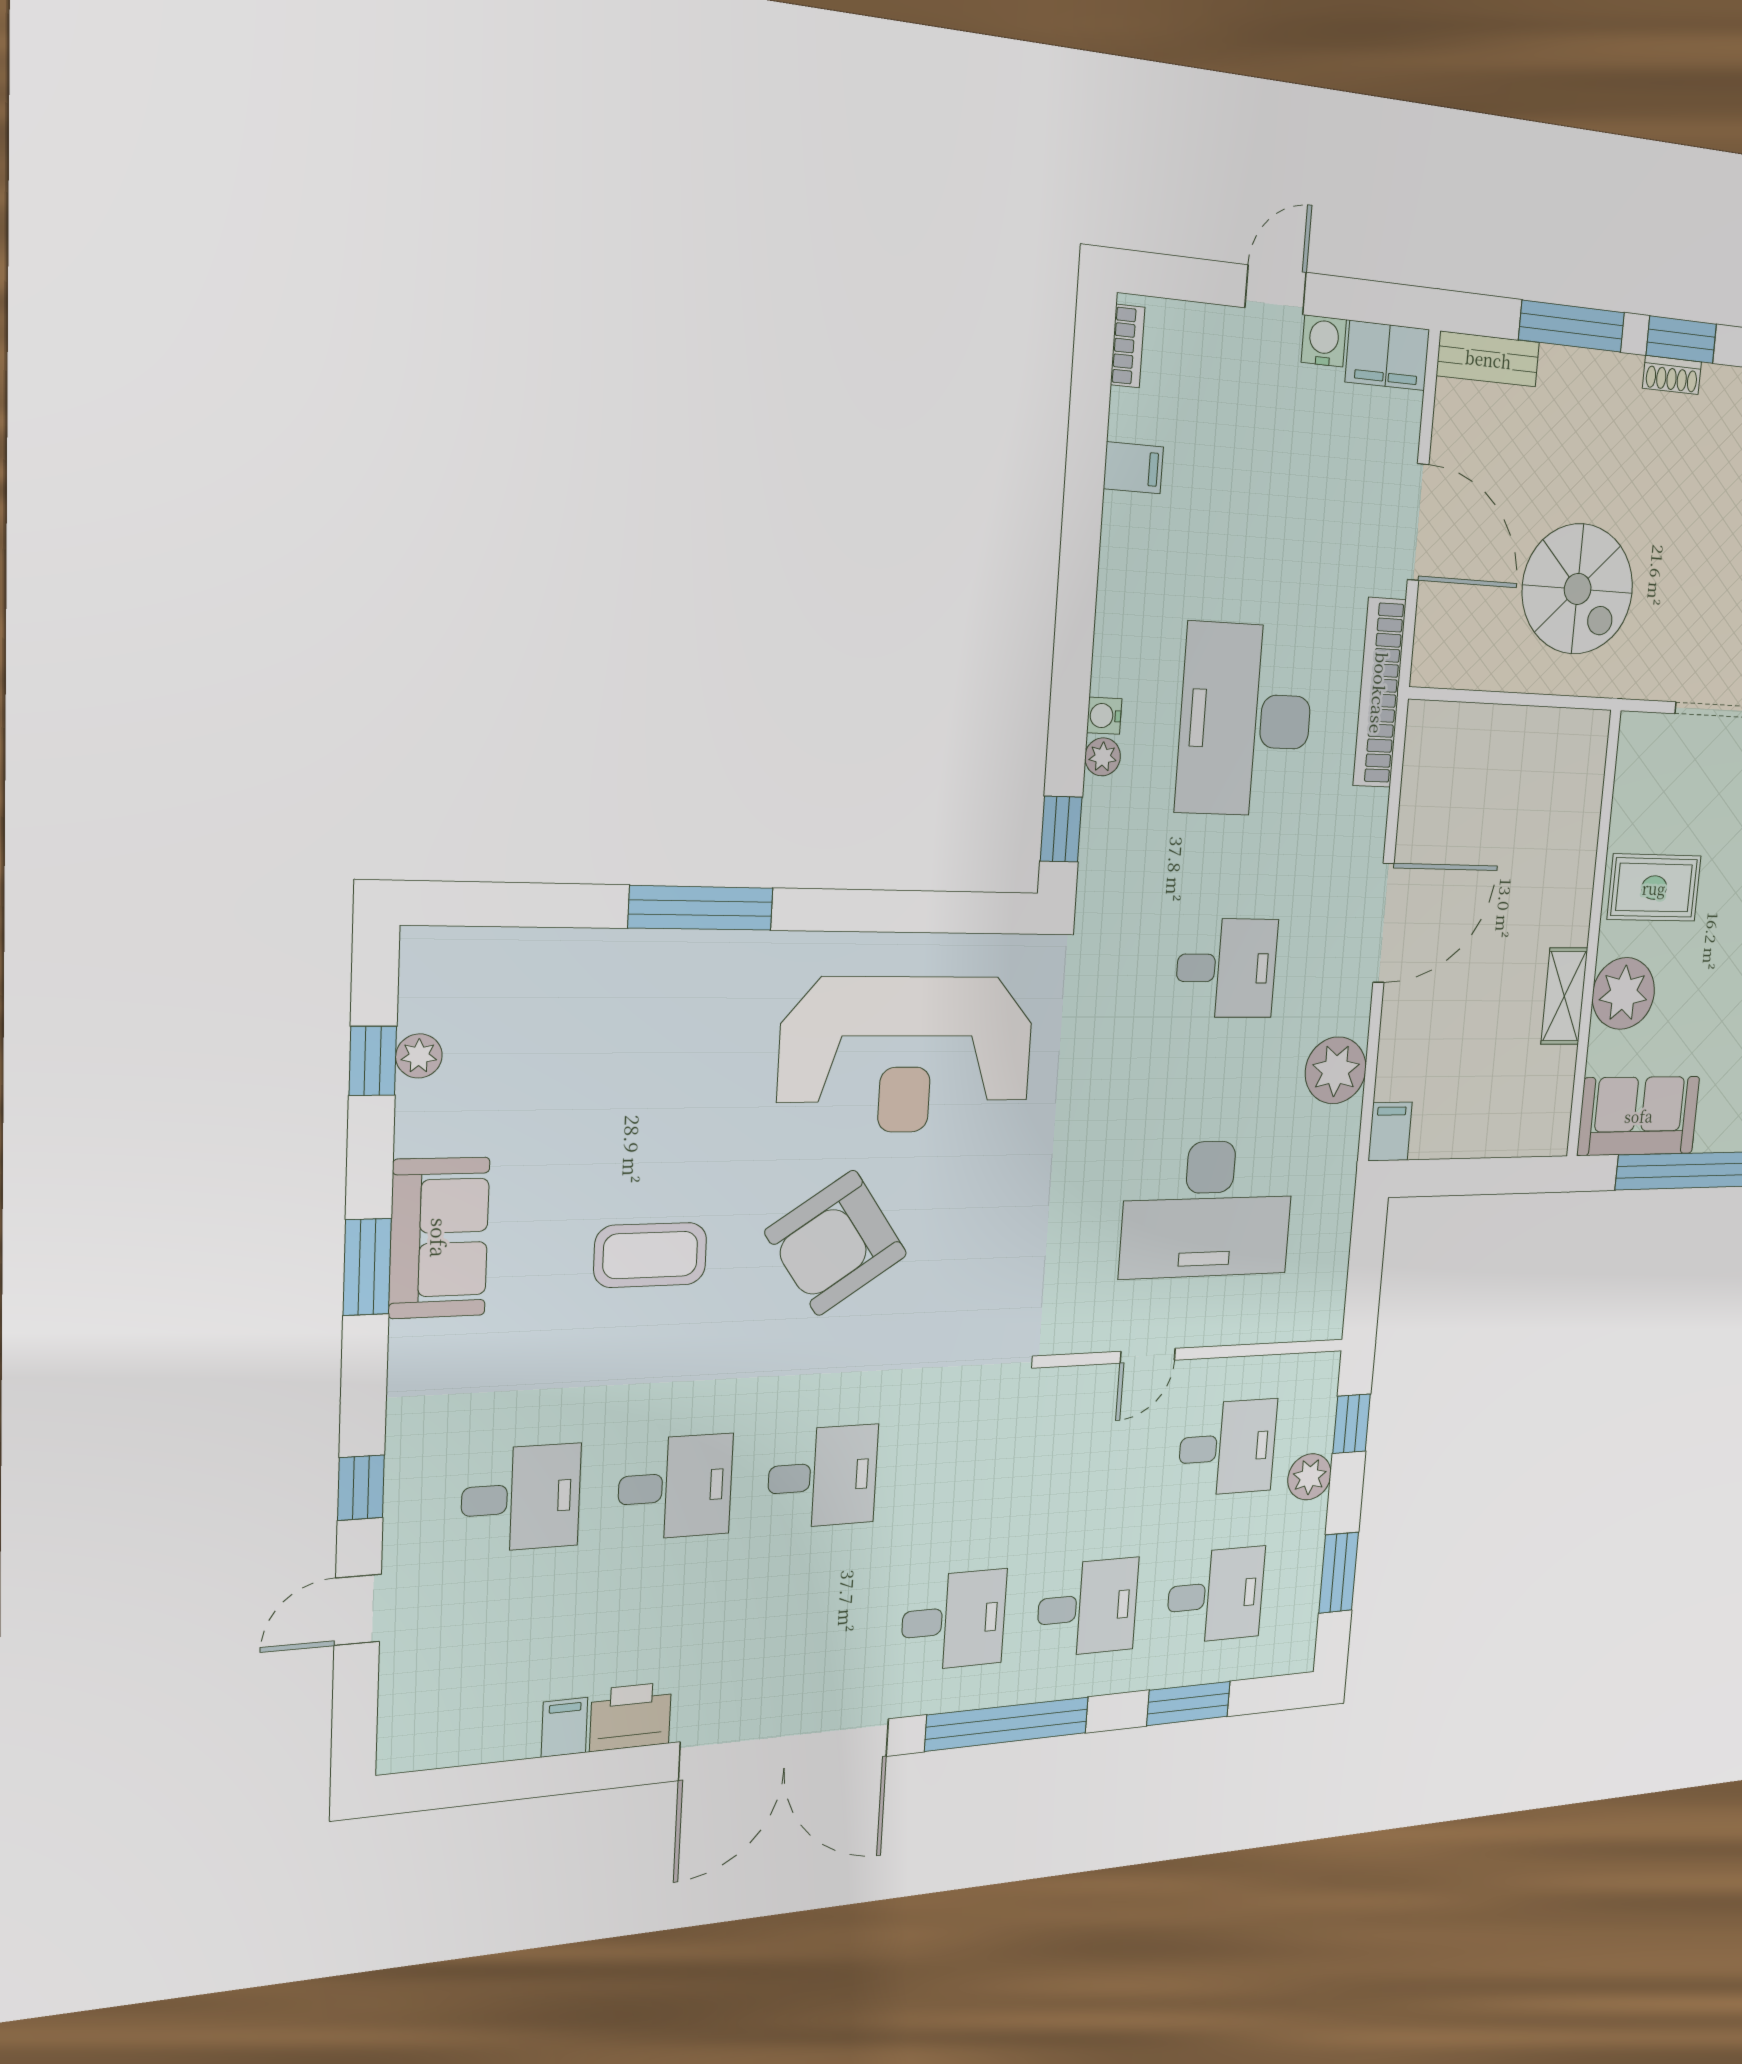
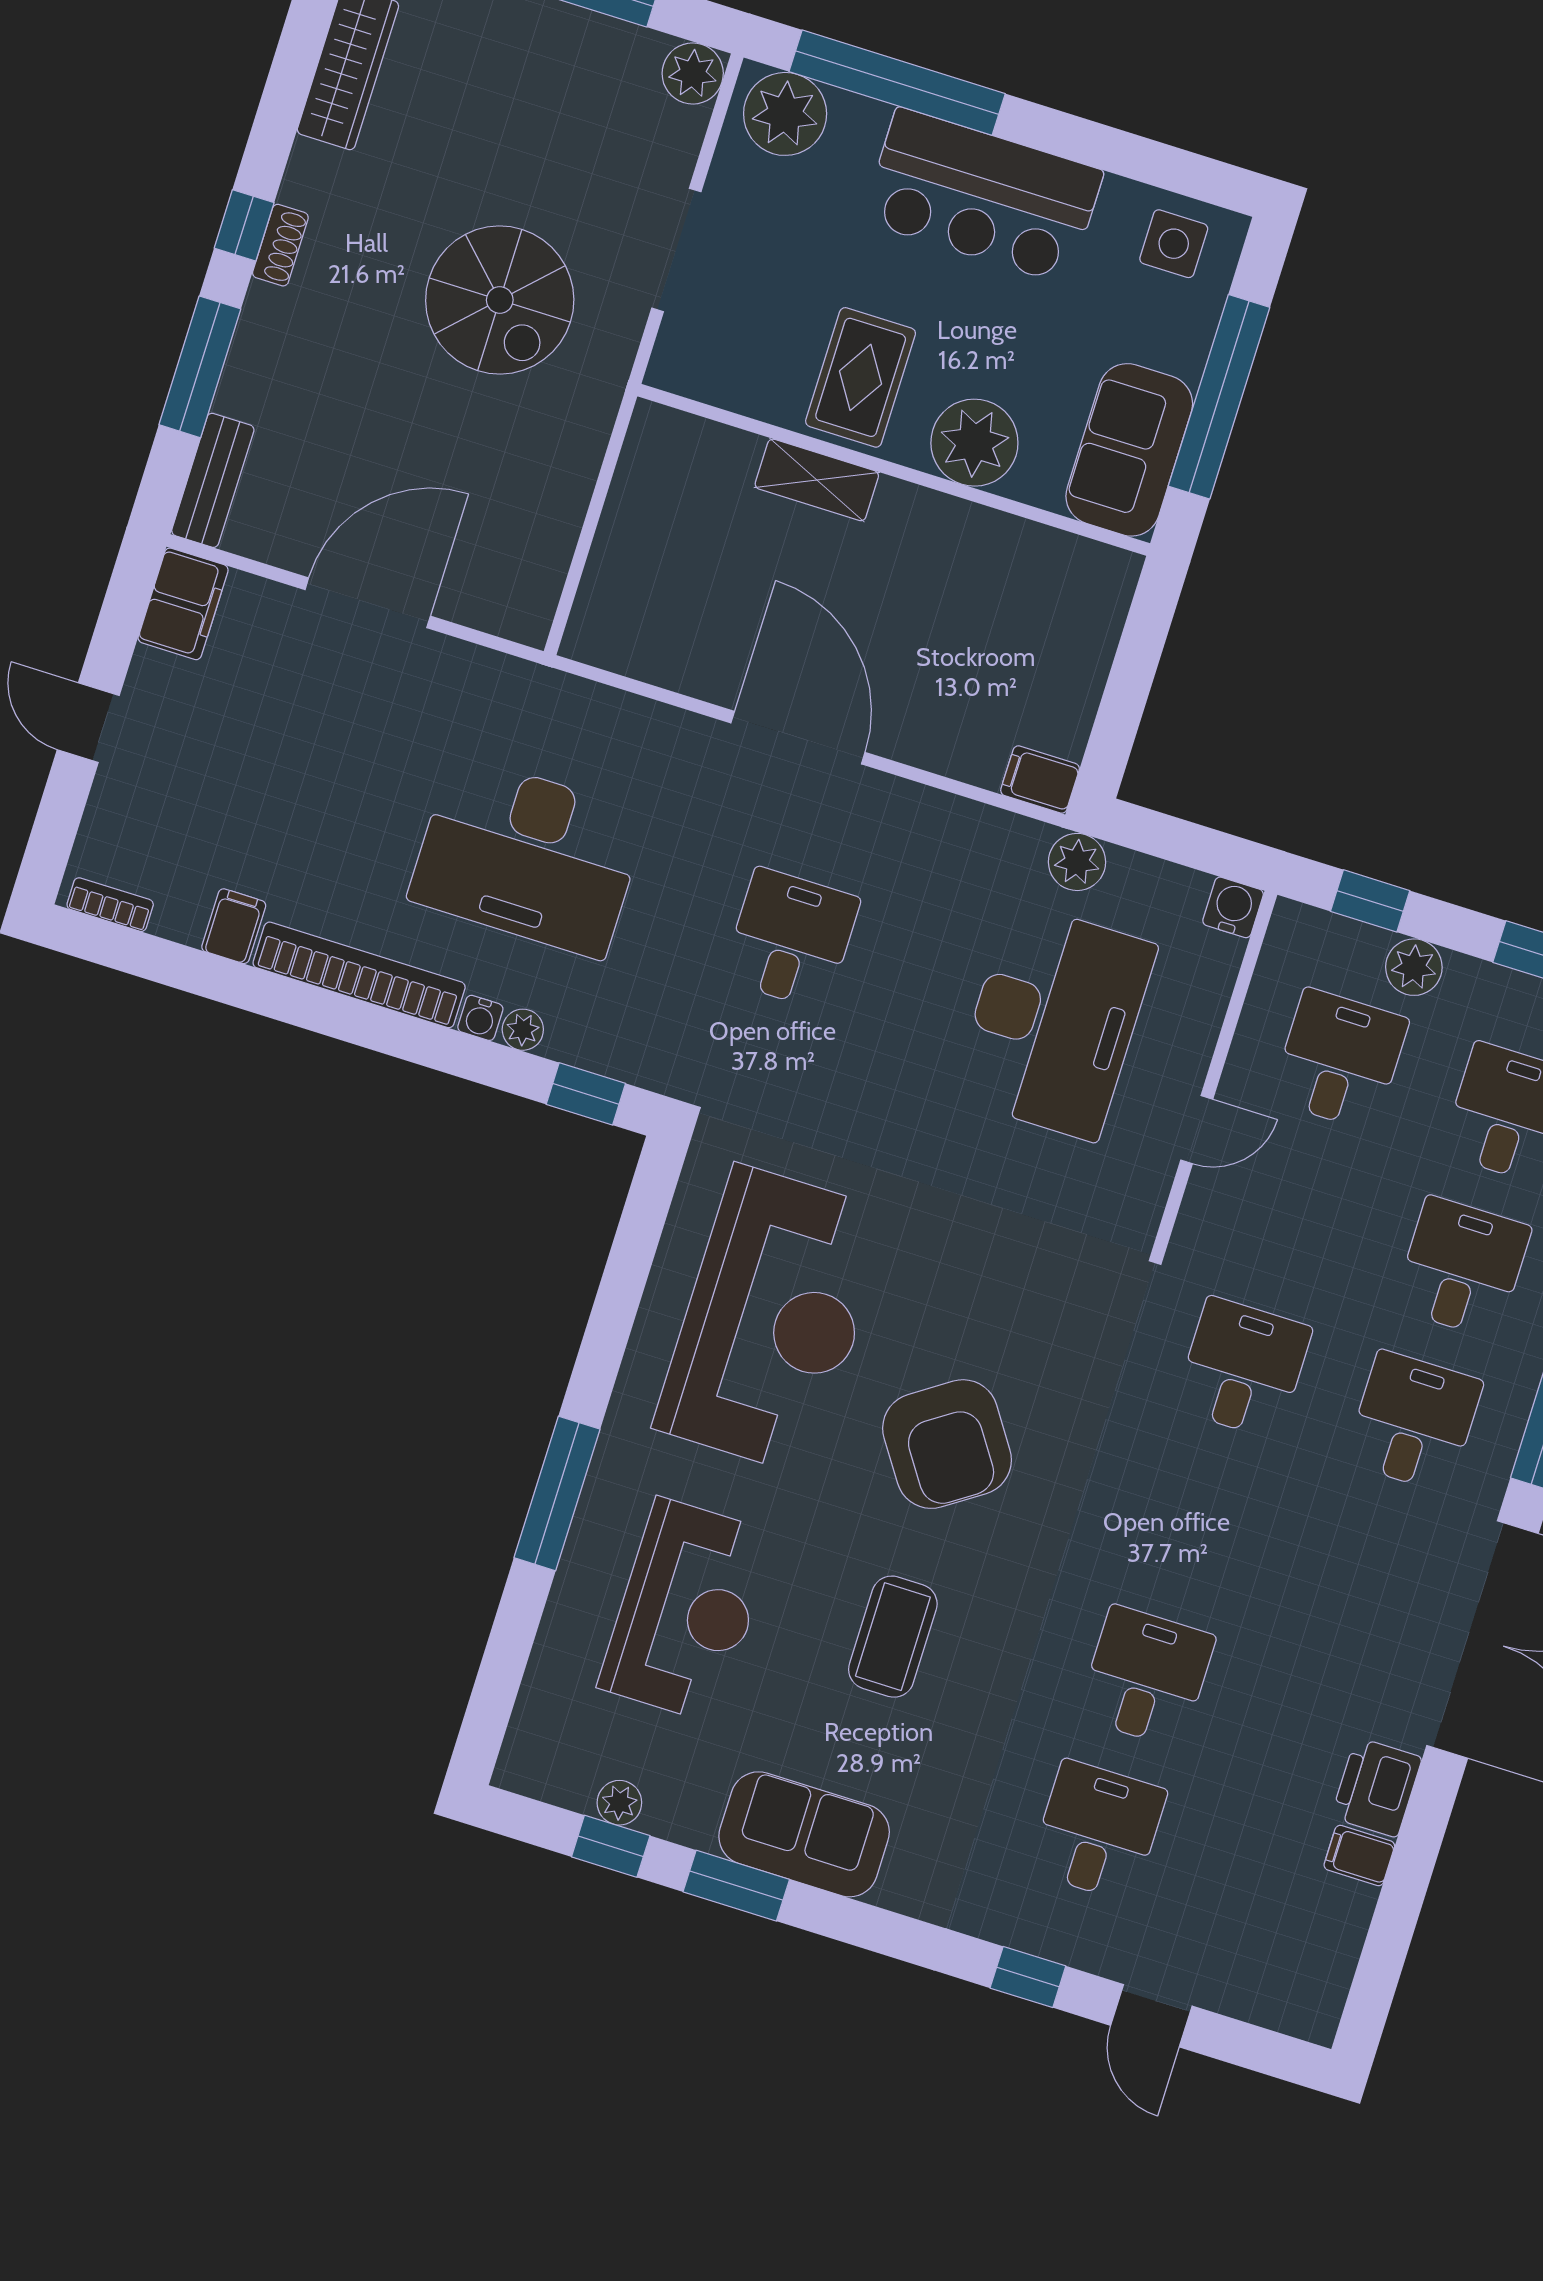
window: (1681, 340) -> (244, 225), width x0.67
water cooler: (1324, 341) -> (1233, 907), moved, turned 90
spiral stairs: (1578, 589) -> (500, 300), moved, turned 90
bookcase: (1379, 693) -> (359, 975), moved, turned 180
shelving: (1564, 996) -> (817, 480), moved
reception desk: (624, 1061) -> (686, 1610), added
plant: (1336, 1070) -> (1077, 862), moved, width x0.73, depth x0.73
window: (367, 1267) -> (736, 1886), moved
door: (1148, 1356) -> (1197, 1130), hinge flipped
desk: (823, 1477) -> (1243, 1368), moved

